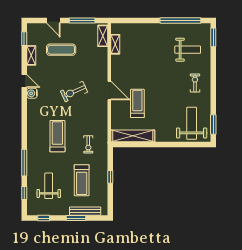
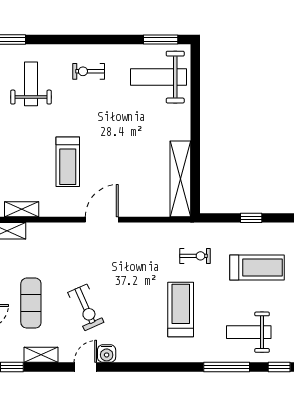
exercise bike: (74, 92) -> (86, 307), moved
treadmill: (137, 103) -> (68, 162), moved, turned -90
treadmill: (57, 136) -> (181, 309), turned 90
weight bench: (49, 186) -> (249, 332), moved

